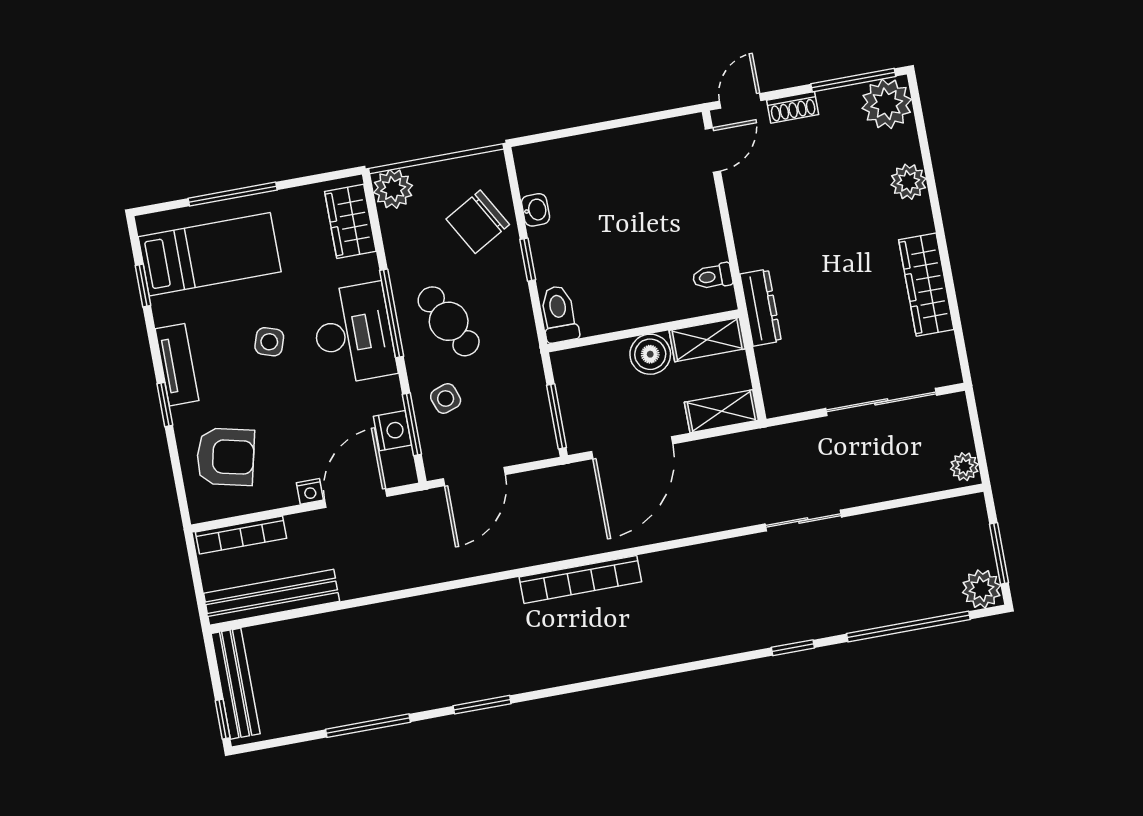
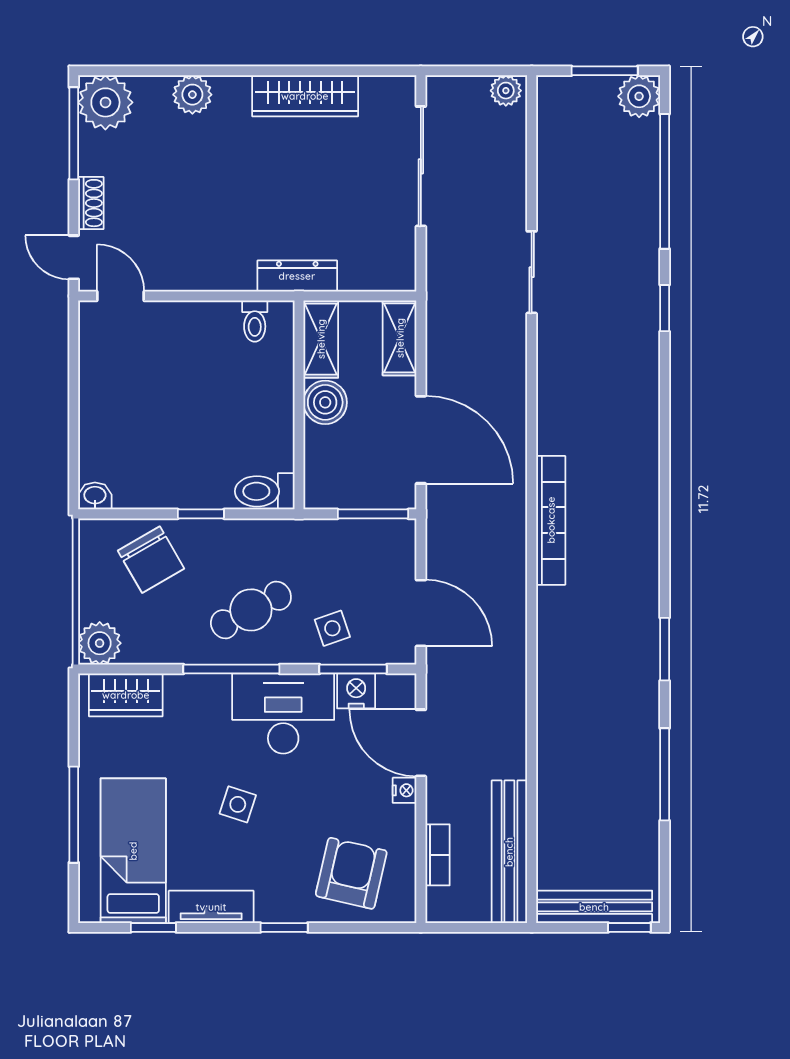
washbasin: (536, 210) -> (95, 496), moved
desk: (353, 334) -> (283, 713), moved
tv unit: (177, 365) -> (211, 907), moved
bookcase: (241, 535) -> (438, 855), width x0.64

